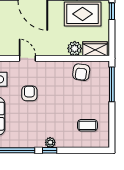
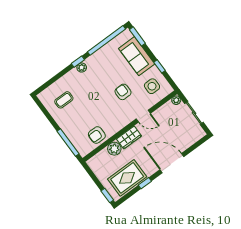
wardrobe: (95, 49) -> (129, 137), moved
armchair: (81, 72) -> (97, 135), turned -98
armchair: (29, 93) -> (123, 92), turned 180

